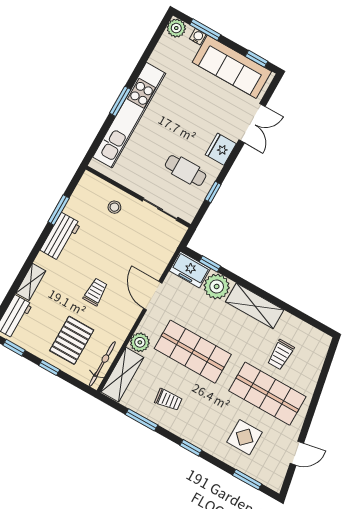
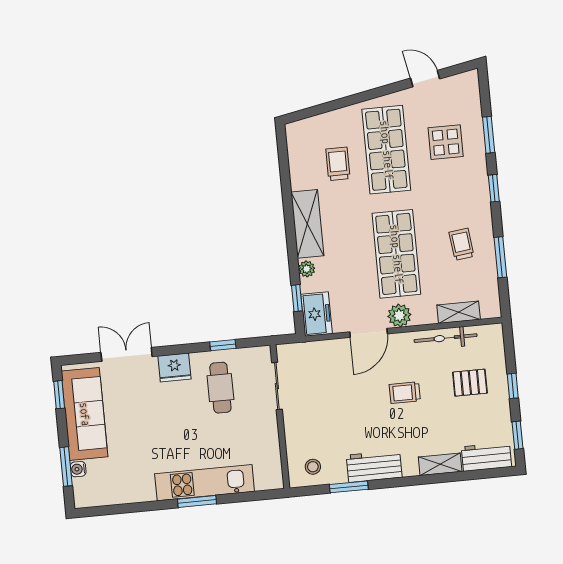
plant: (176, 28) -> (85, 497), removed
kitchen unit: (129, 115) -> (205, 483), width x0.73
stool: (114, 207) -> (313, 467), moved
plant: (217, 286) -> (307, 269), width x0.53, depth x0.53
pallet: (72, 340) -> (470, 383), width x0.67, depth x0.71
plant: (140, 342) -> (399, 315), moved
trolley: (281, 355) -> (338, 164), turned -90
bicycle: (102, 364) -> (446, 338), moved
shelving: (122, 375) -> (459, 312), width x0.67, depth x0.75
window: (247, 480) -> (489, 135), moved

